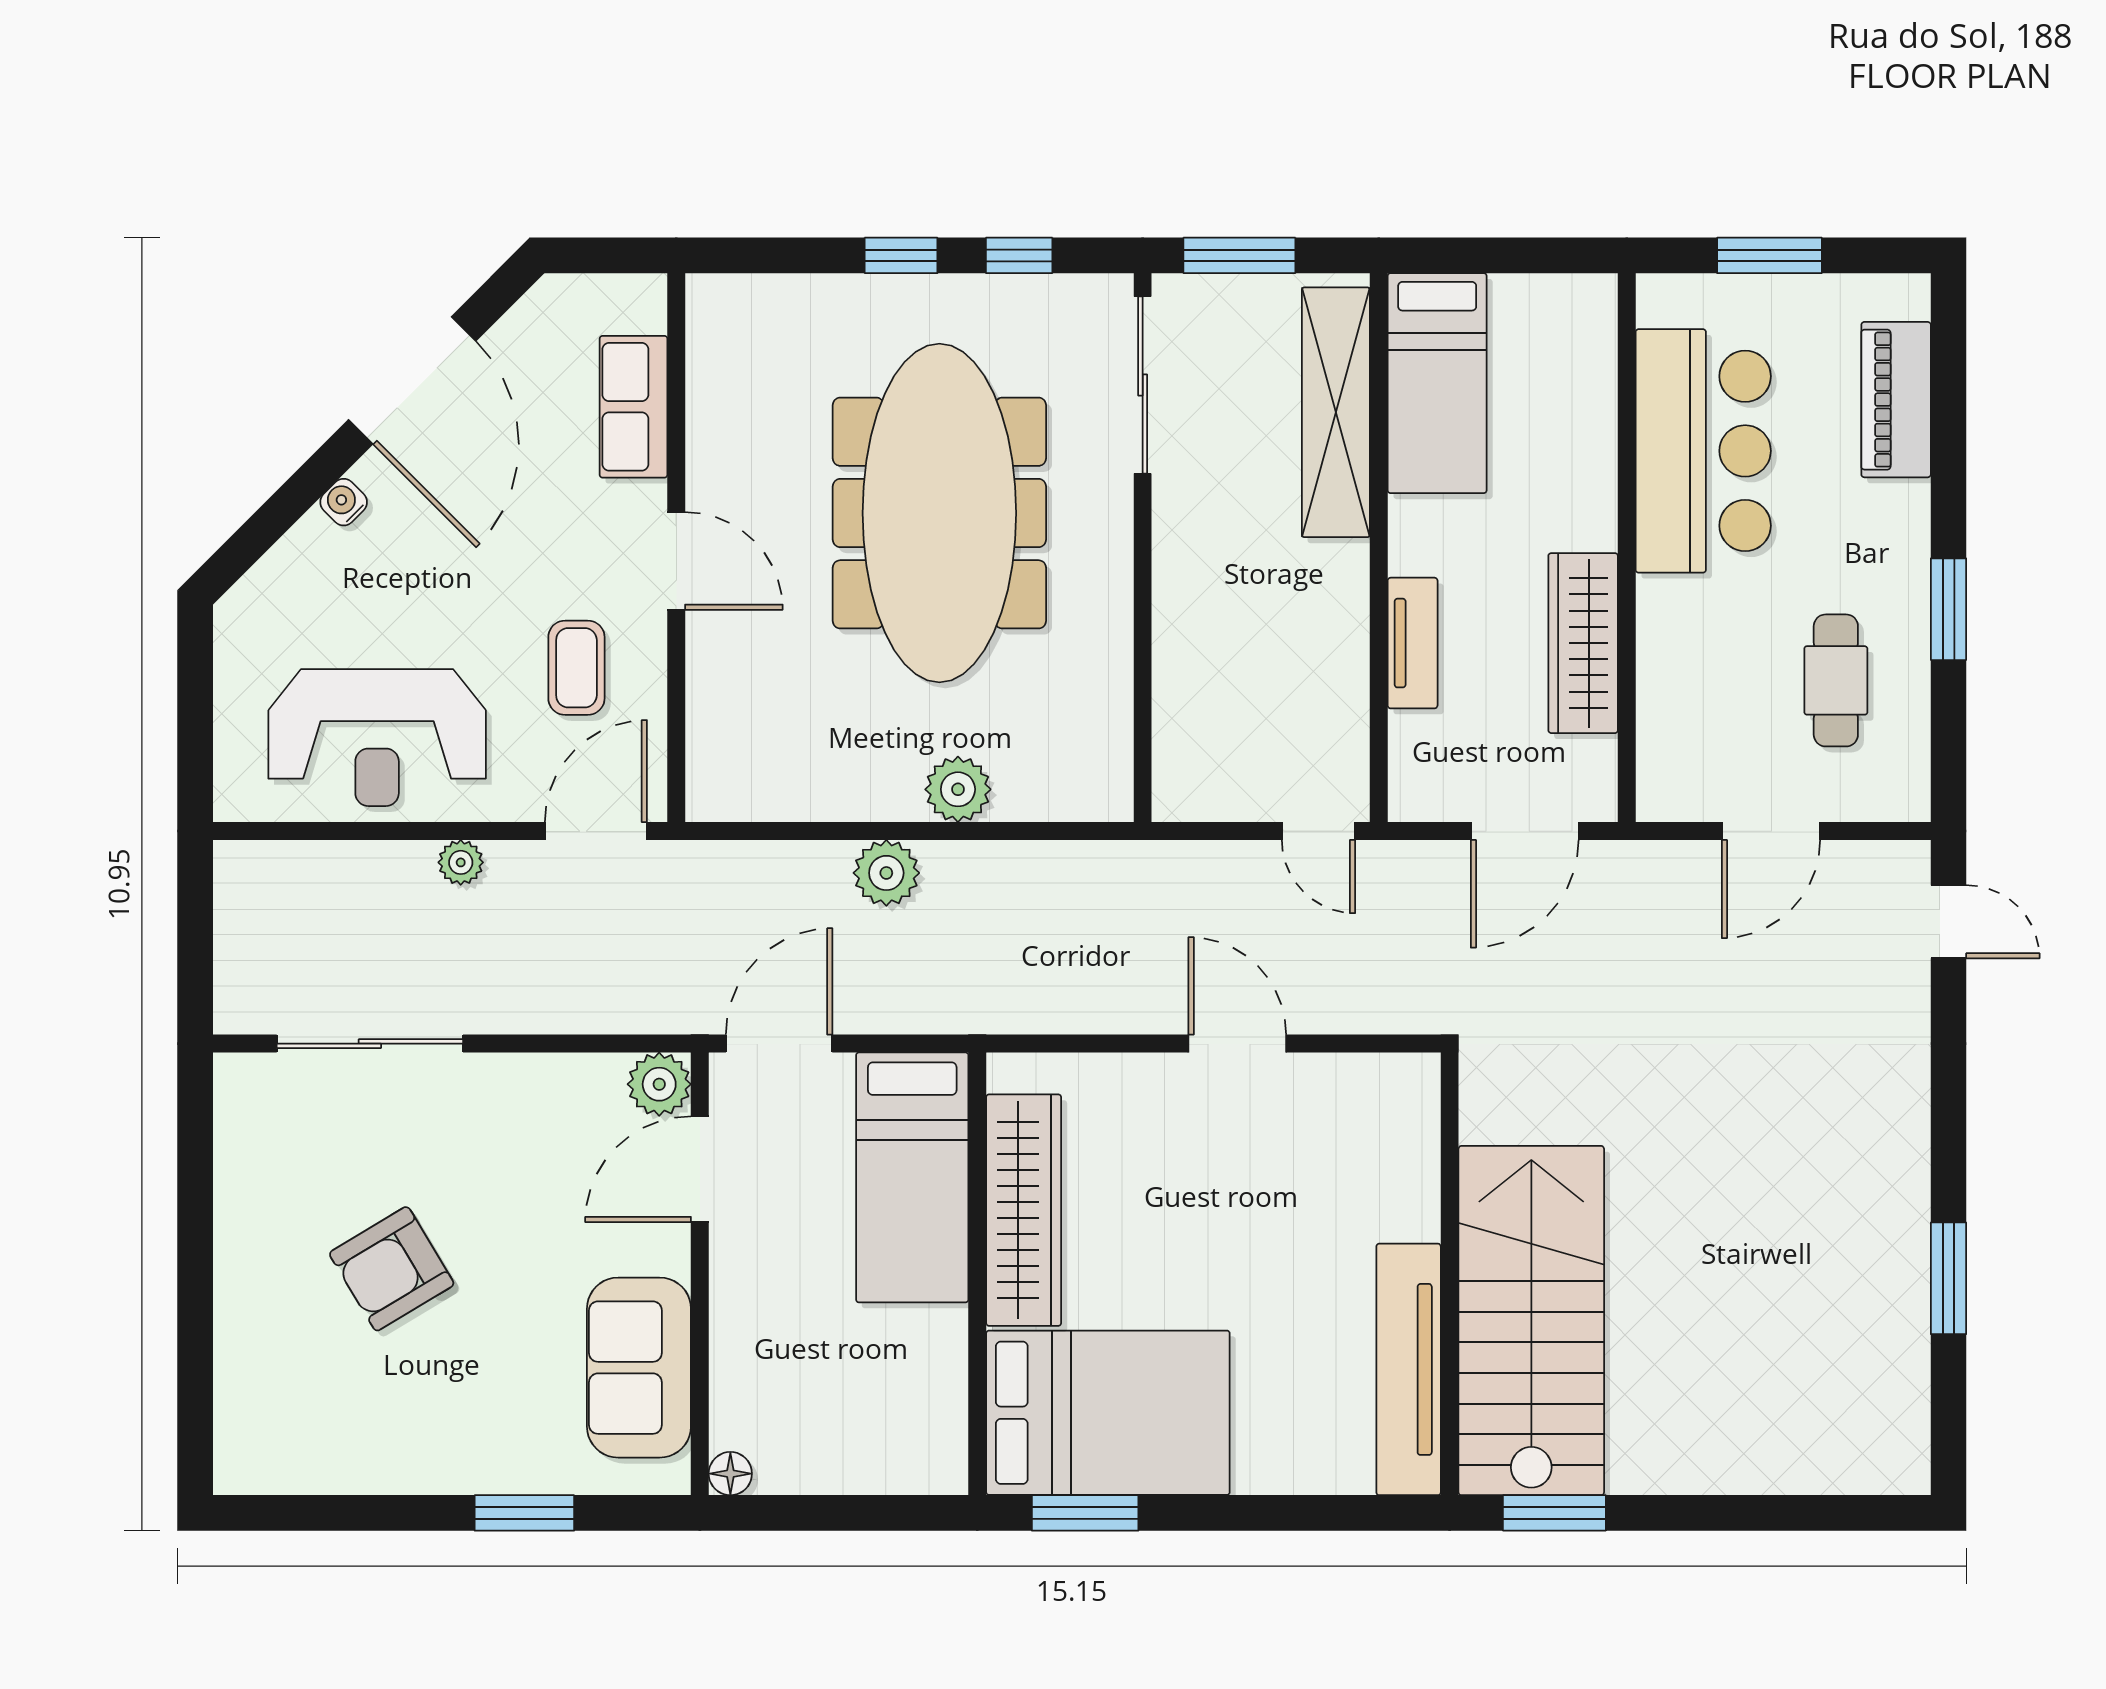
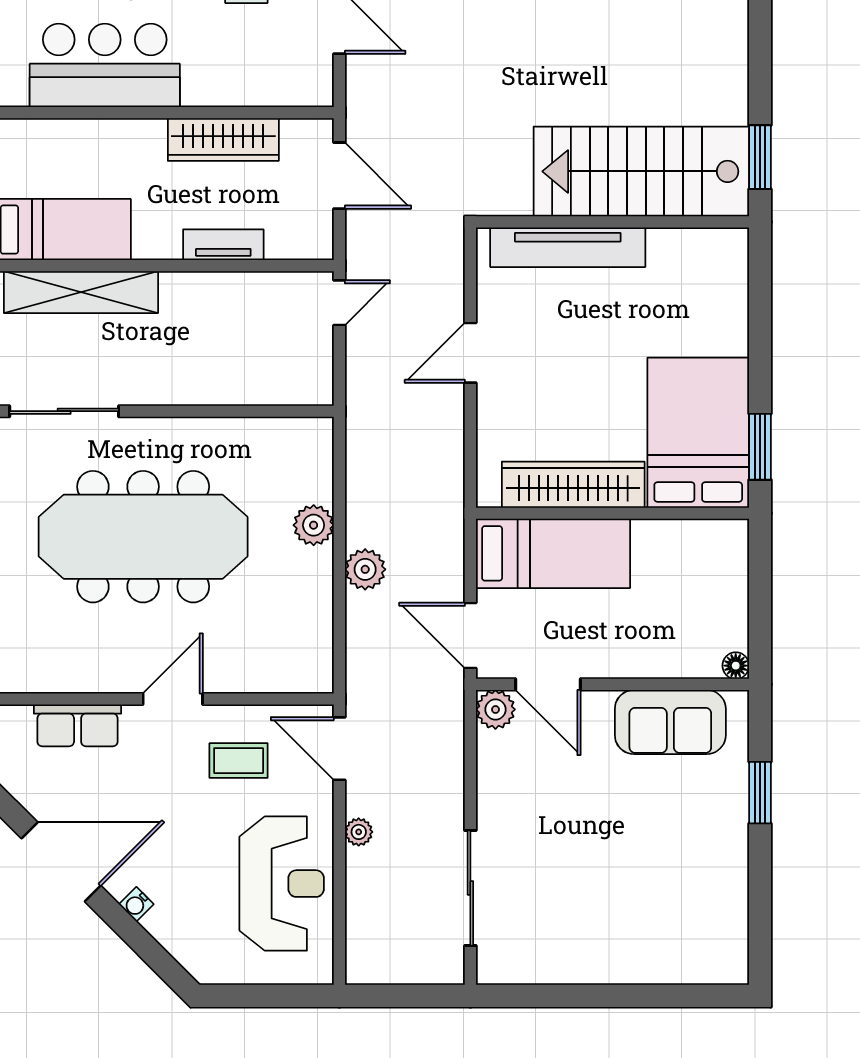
armchair: (392, 1269) -> (609, 875), removed
tv unit: (1409, 1369) -> (568, 247), moved

